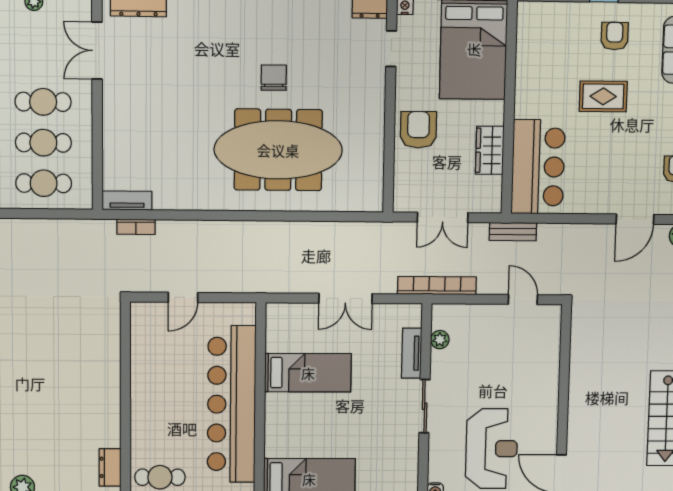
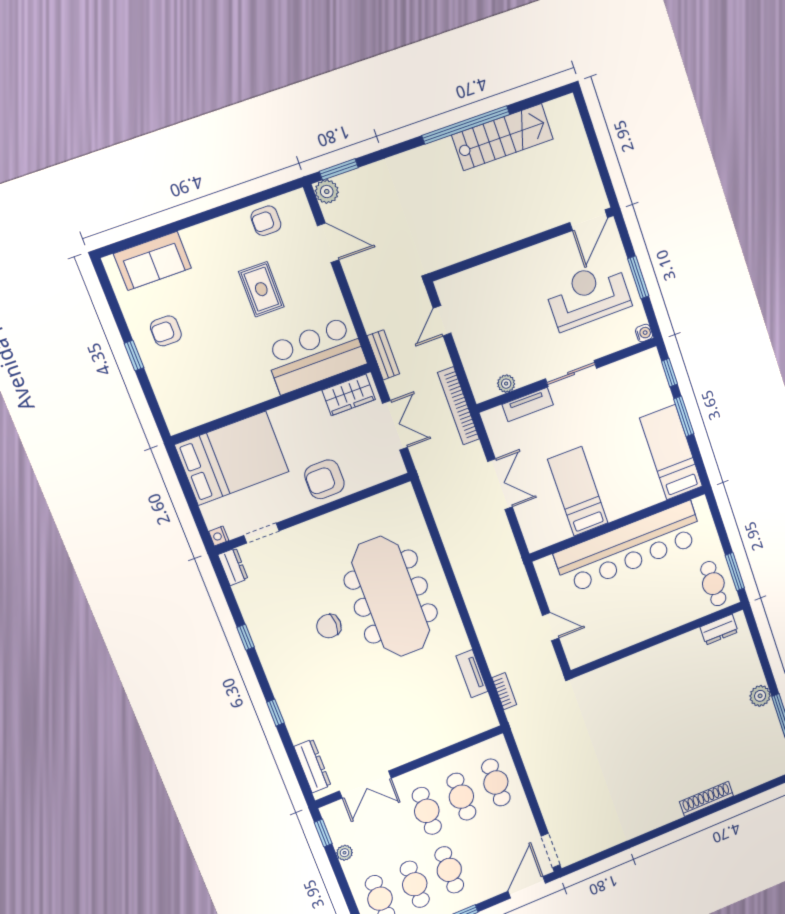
rug: (603, 96) -> (261, 289), moved
wardrobe: (490, 150) -> (349, 395), moved
tv unit: (127, 200) -> (472, 674), moved

